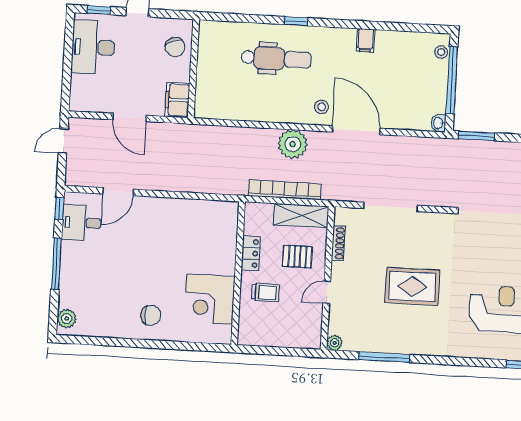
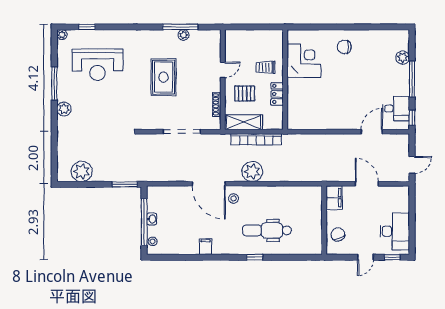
washbasin: (438, 123) -> (152, 219), moved
rug: (412, 286) -> (163, 77), turned 90
plant: (67, 319) -> (403, 58), moved
plant: (335, 343) -> (184, 35), moved

